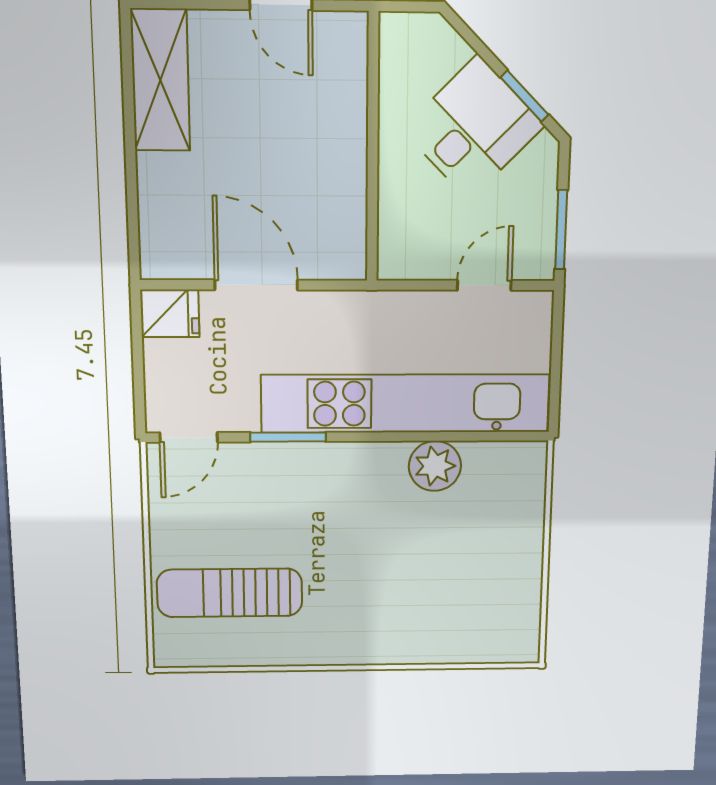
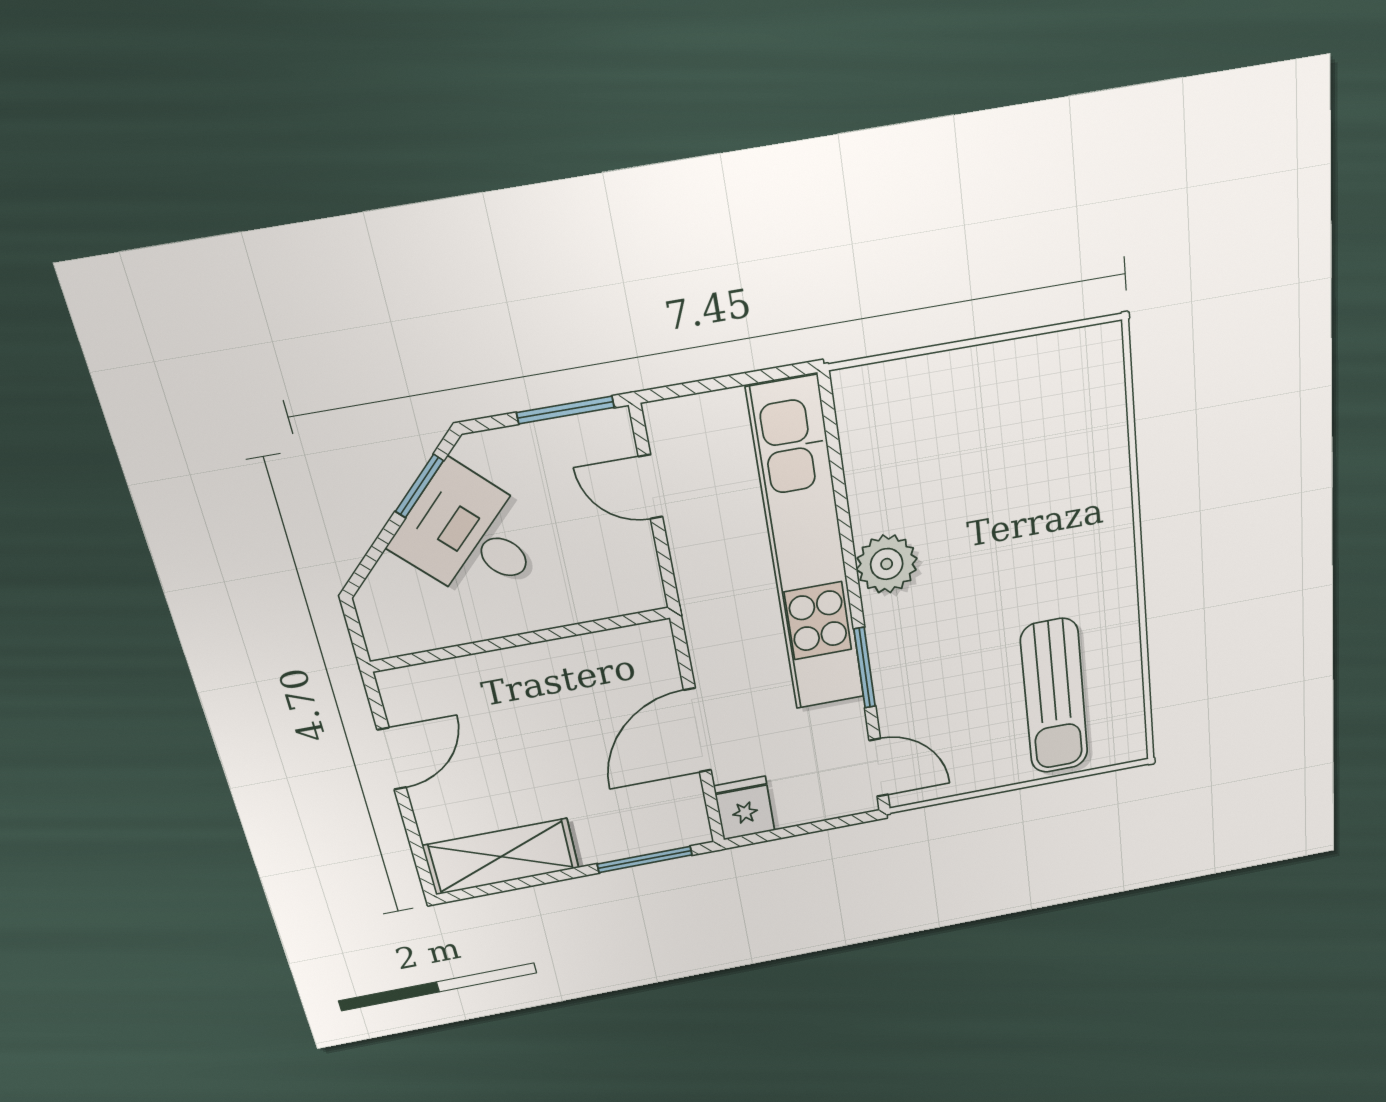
window: (133, 213) -> (645, 859), added
plant: (435, 466) -> (887, 564), moved

